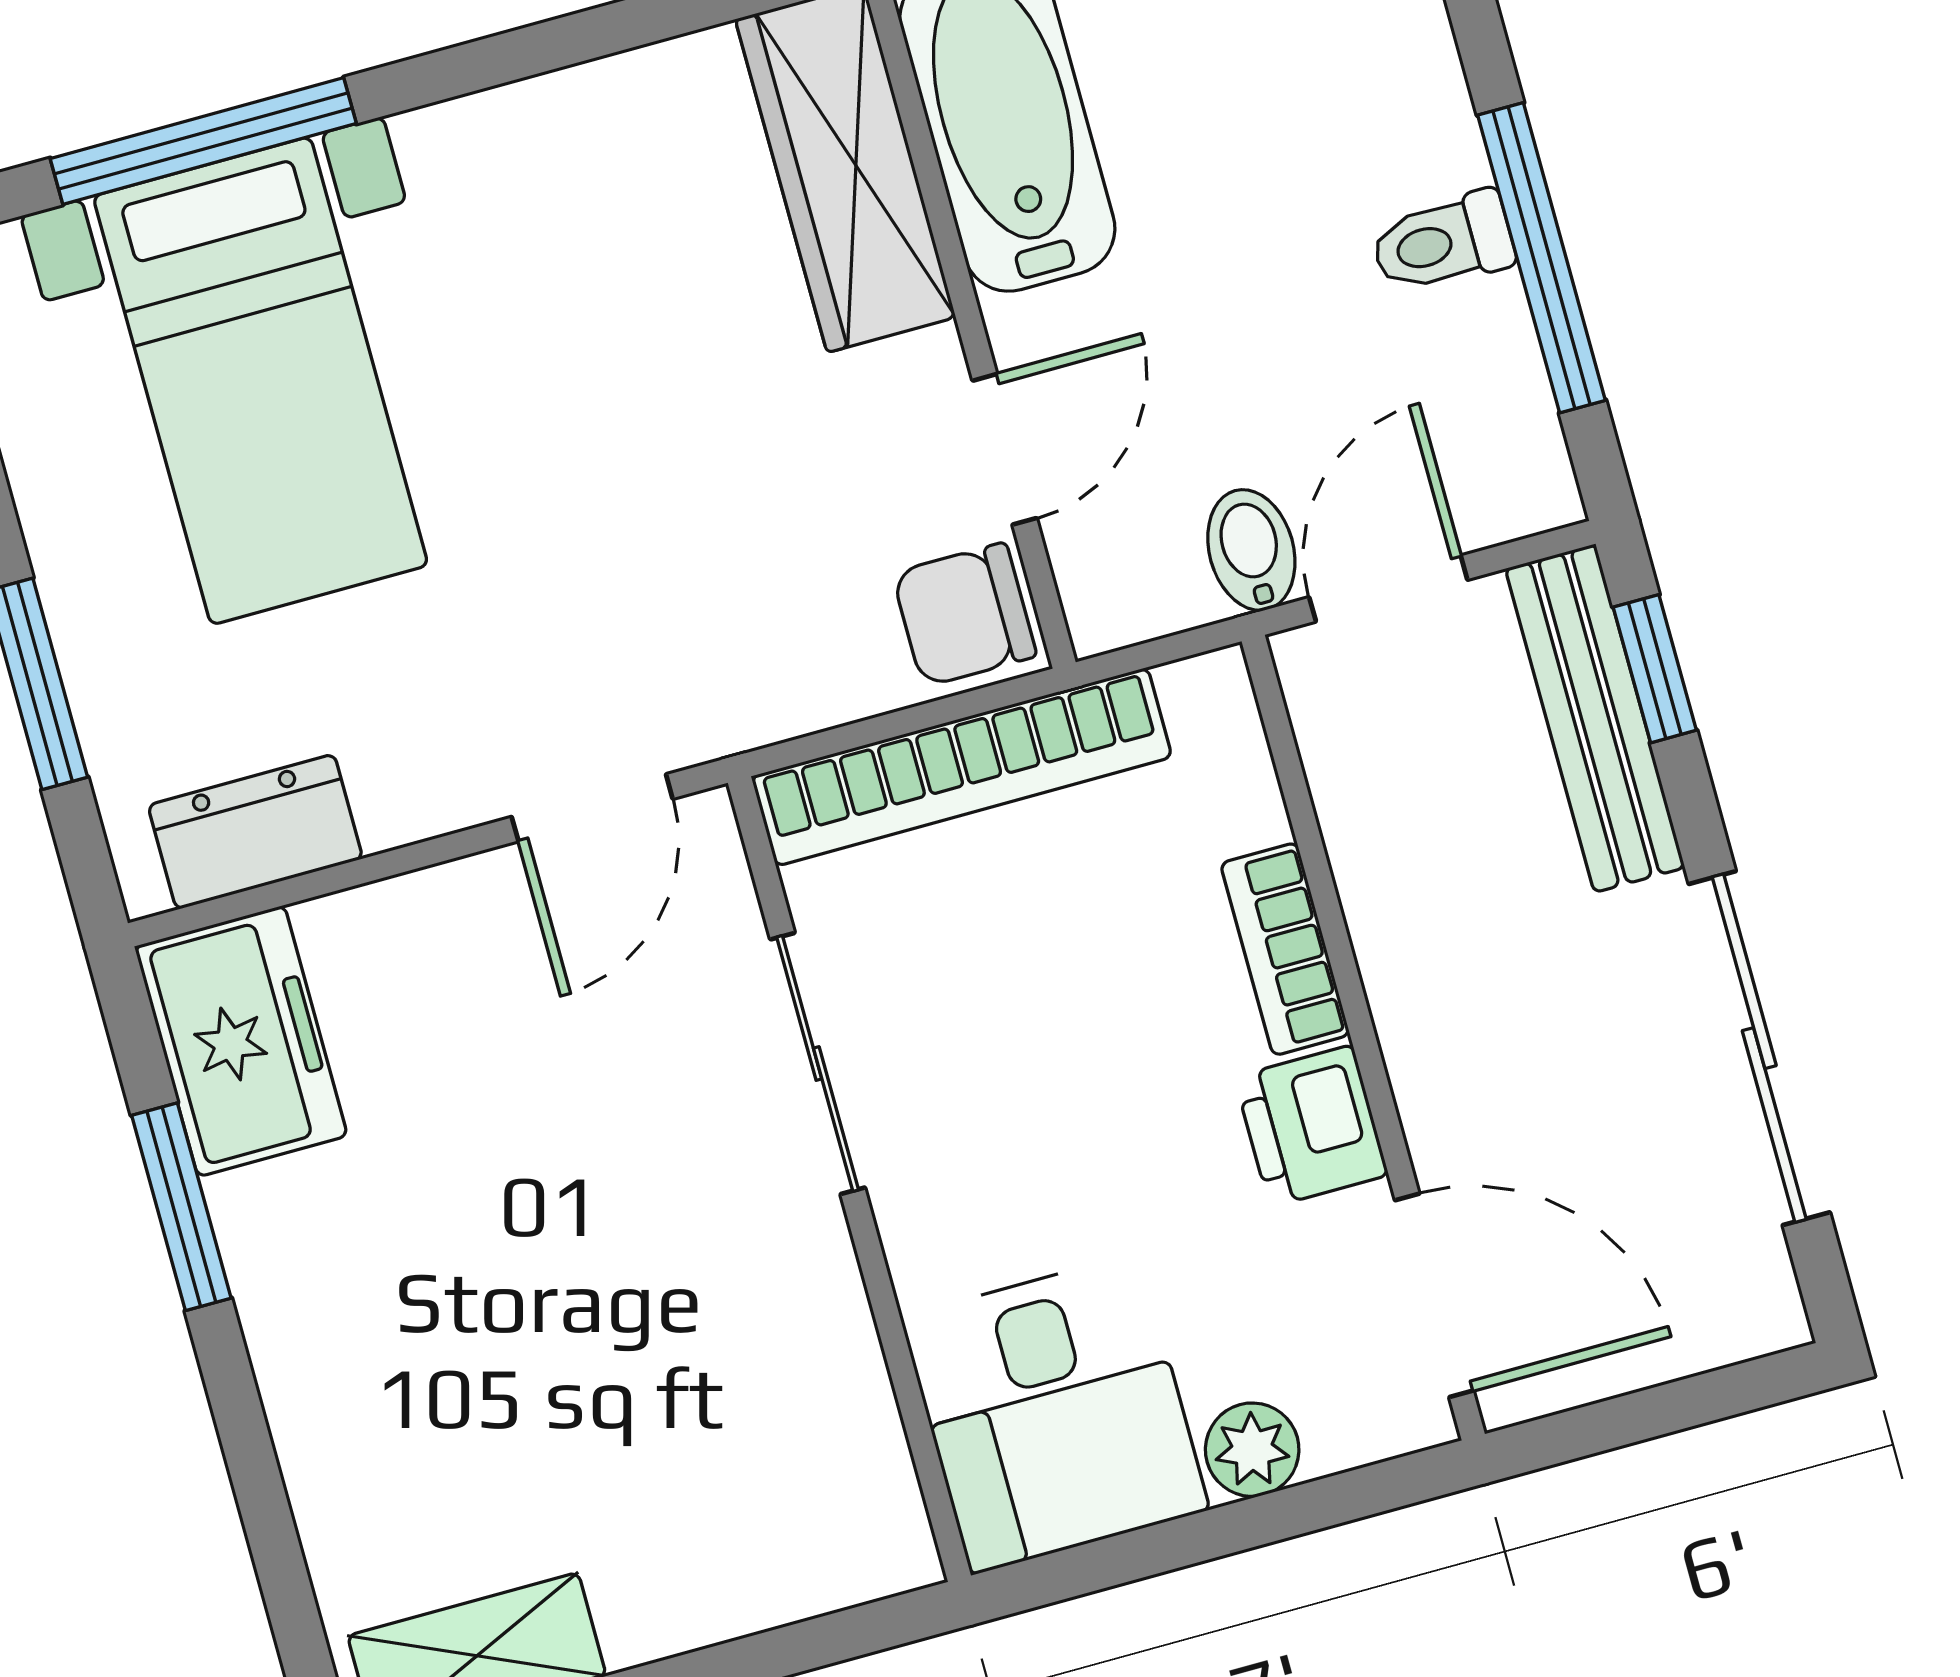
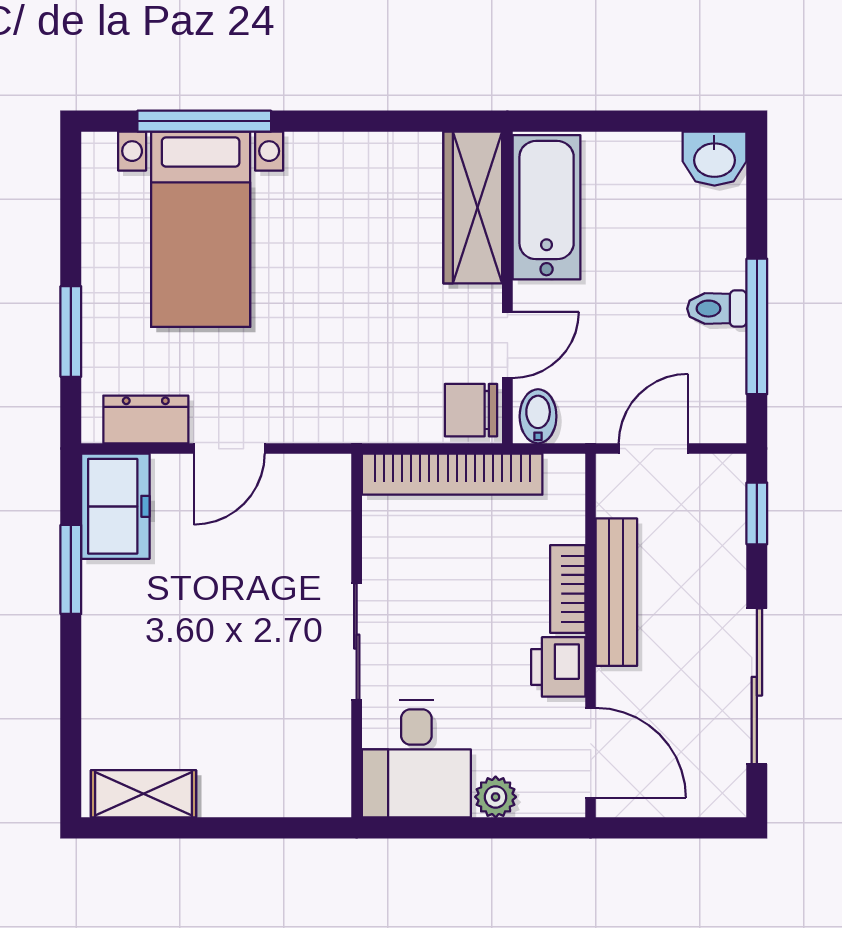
bidet: (1251, 550) -> (538, 416), moved
bench: (1595, 718) -> (616, 592), moved
door: (592, 808) -> (229, 449), moved
sliding door: (818, 1063) -> (357, 642), moved

